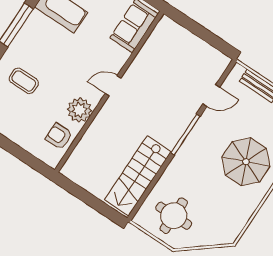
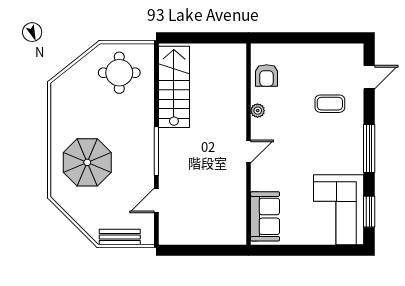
plant: (79, 110) -> (258, 111), width x0.53, depth x0.53
armchair: (59, 136) -> (267, 75), turned 90

